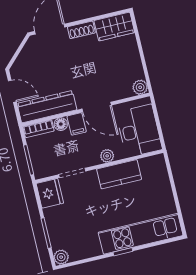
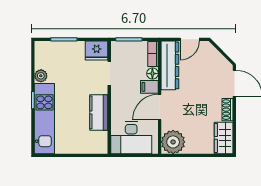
plant: (140, 87) -> (173, 142), width x1.88, depth x1.88
plant: (107, 156) -> (117, 106), removed
plant: (61, 257) -> (41, 76), moved

